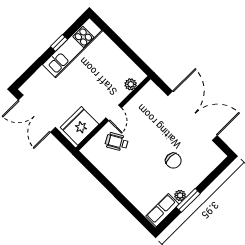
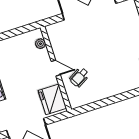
chair: (173, 161) -> (116, 41), removed

